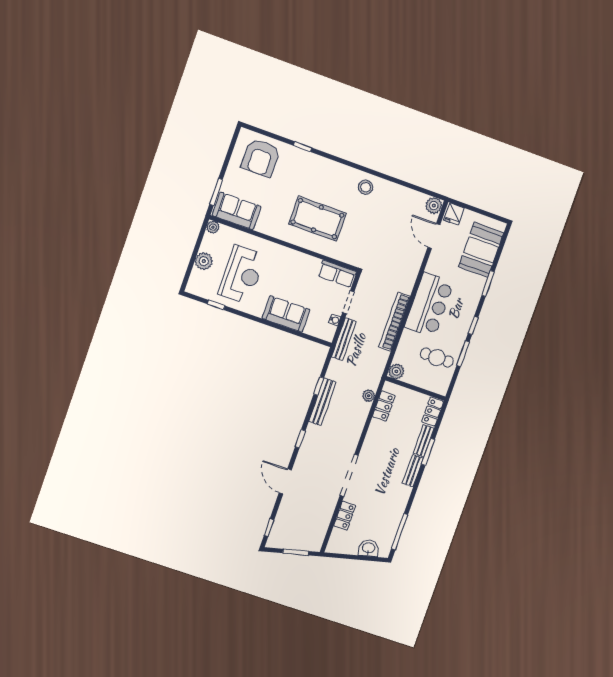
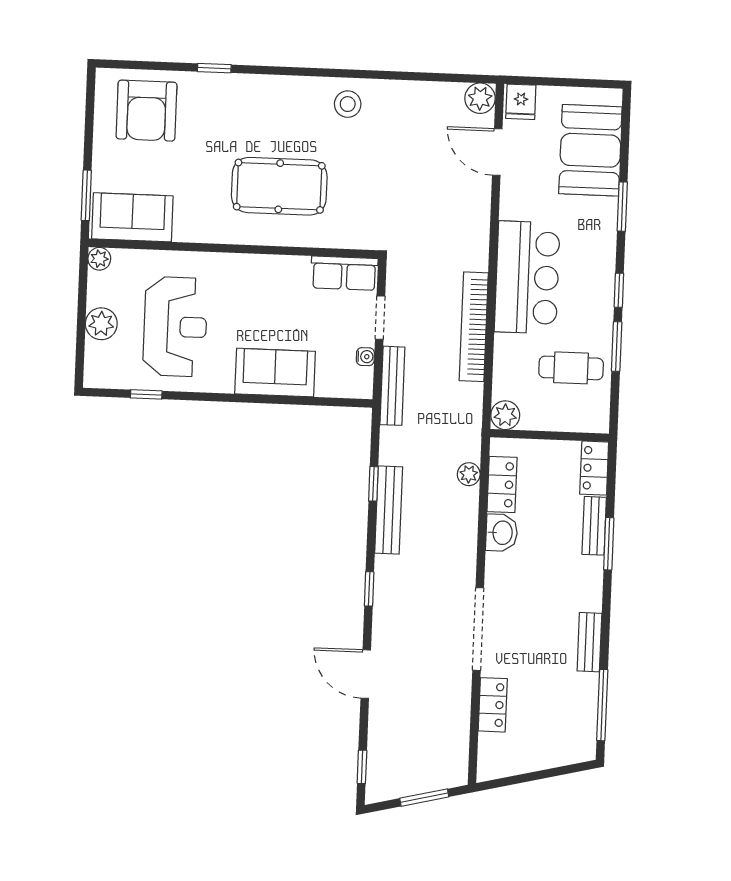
bench: (413, 471) -> (589, 642), moved
washbasin: (369, 548) -> (502, 533), moved, turned 103

